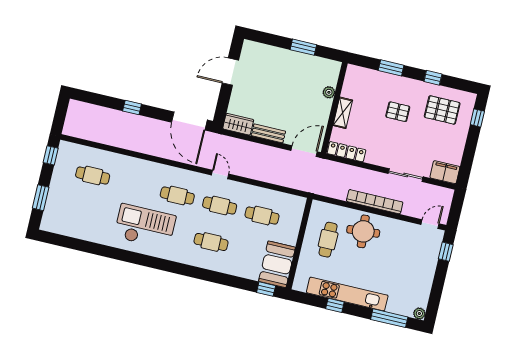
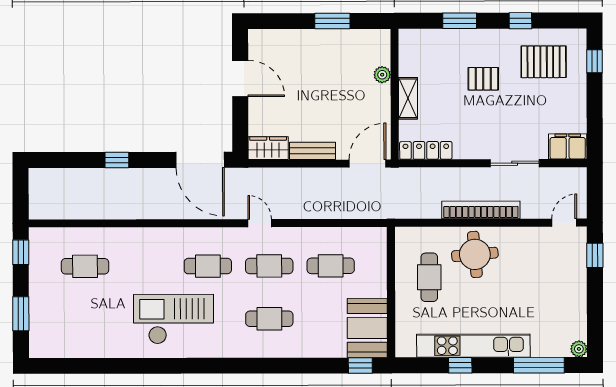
door: (230, 72) -> (240, 78), swing flipped

